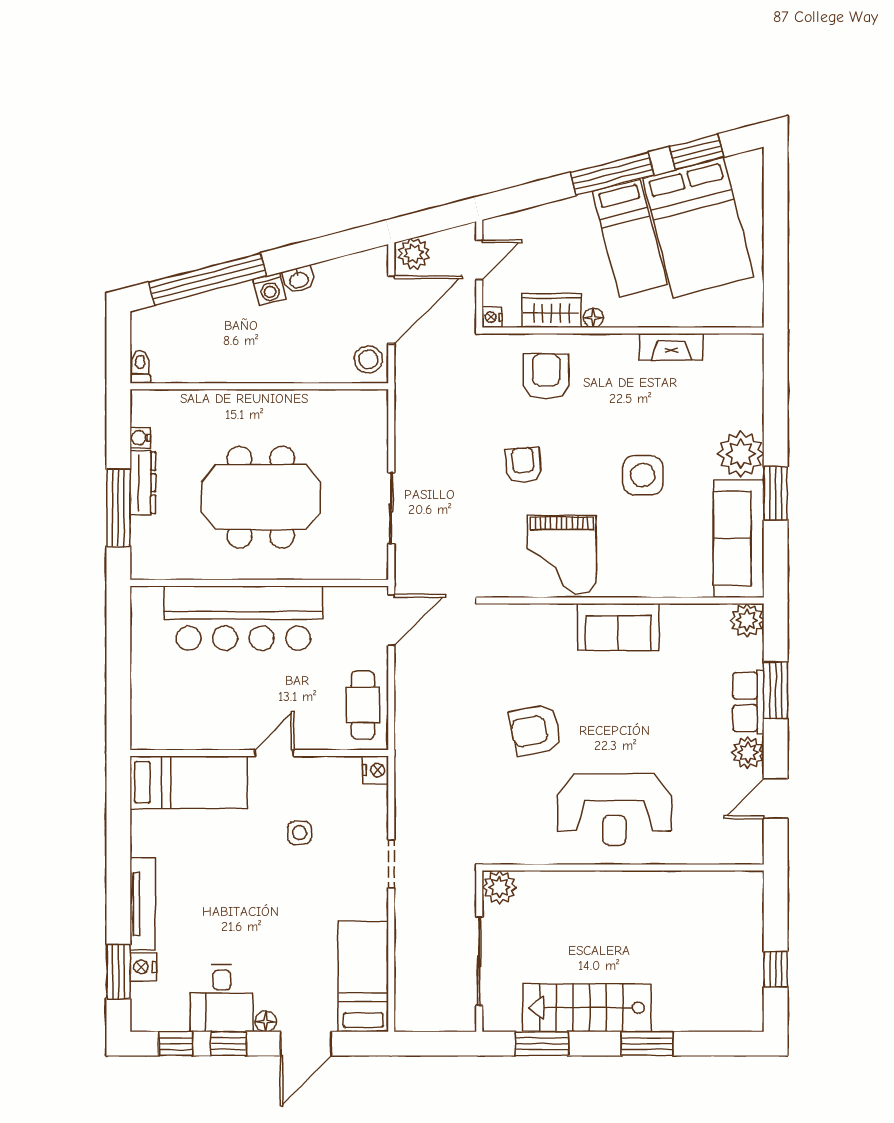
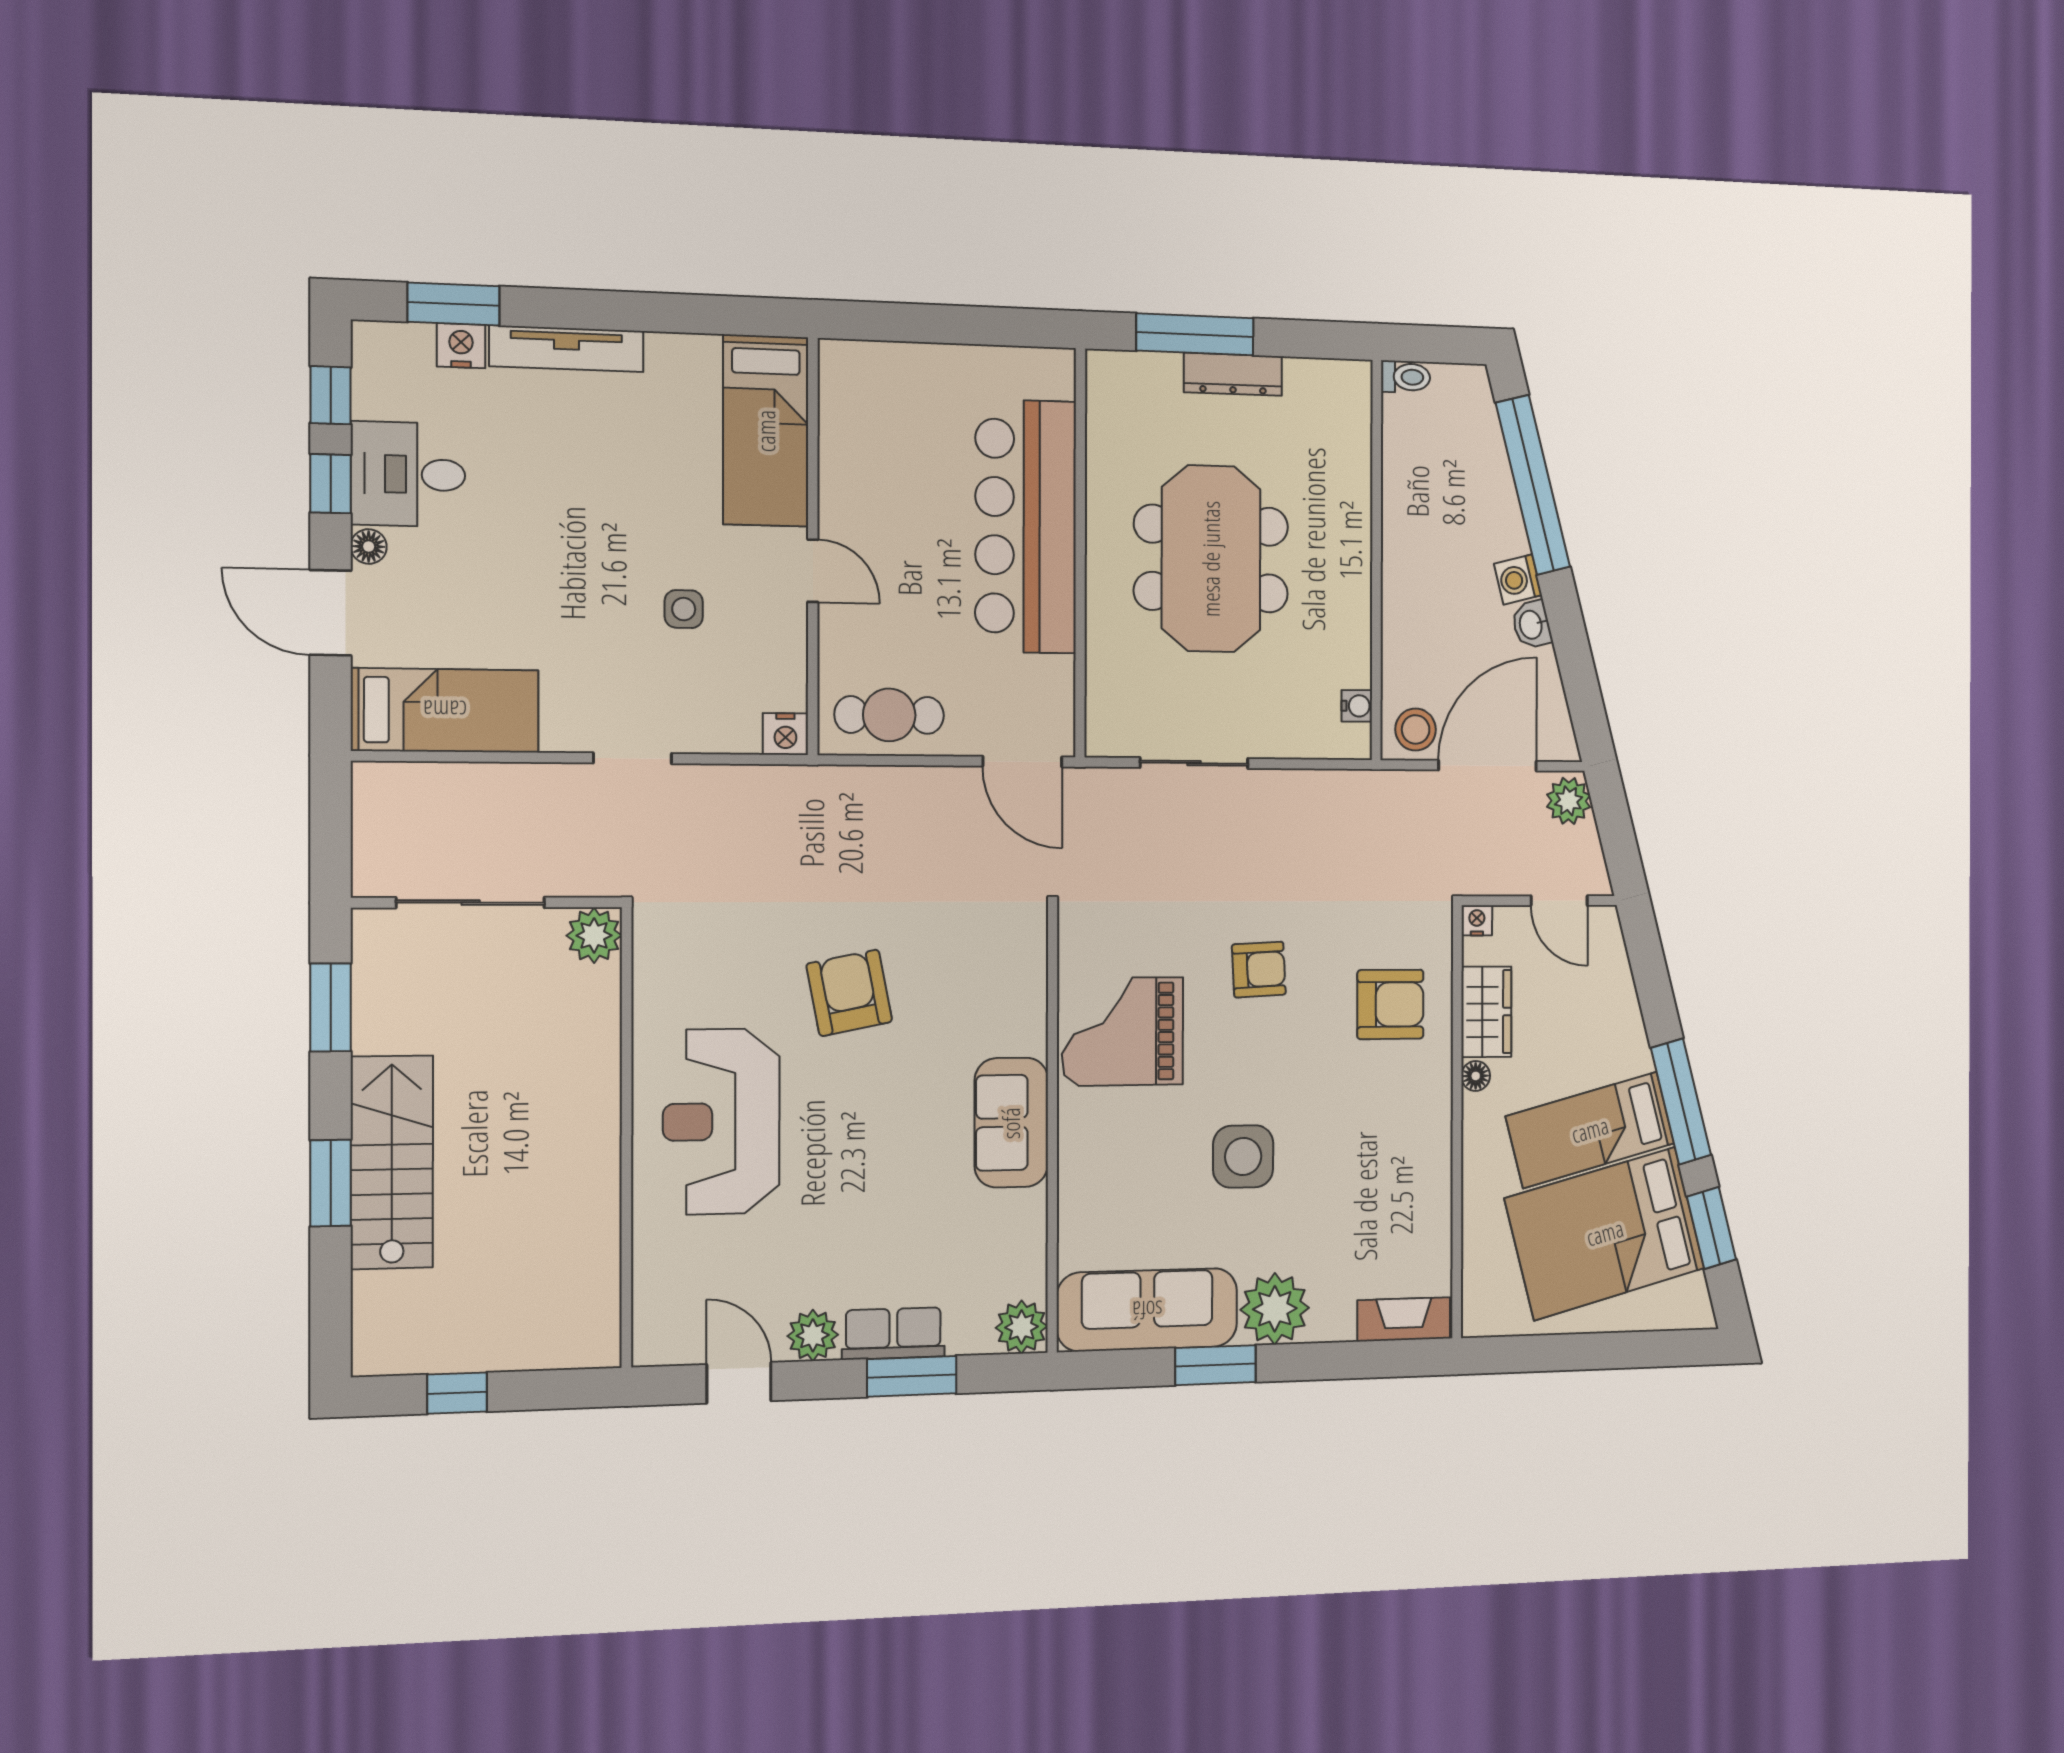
door: (391, 310) -> (1488, 766), swing flipped
fireplace: (671, 347) -> (1404, 1319), moved, turned 90
water cooler: (140, 438) -> (1357, 706), moved, turned 90
stairs: (587, 1008) -> (392, 1162), moved

